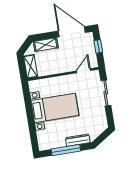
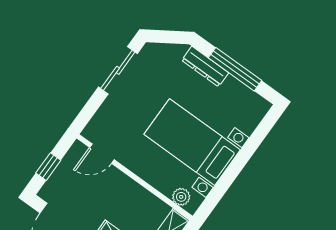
plant: (39, 84) -> (181, 197), added
sliding door: (106, 93) -> (118, 70), moved

